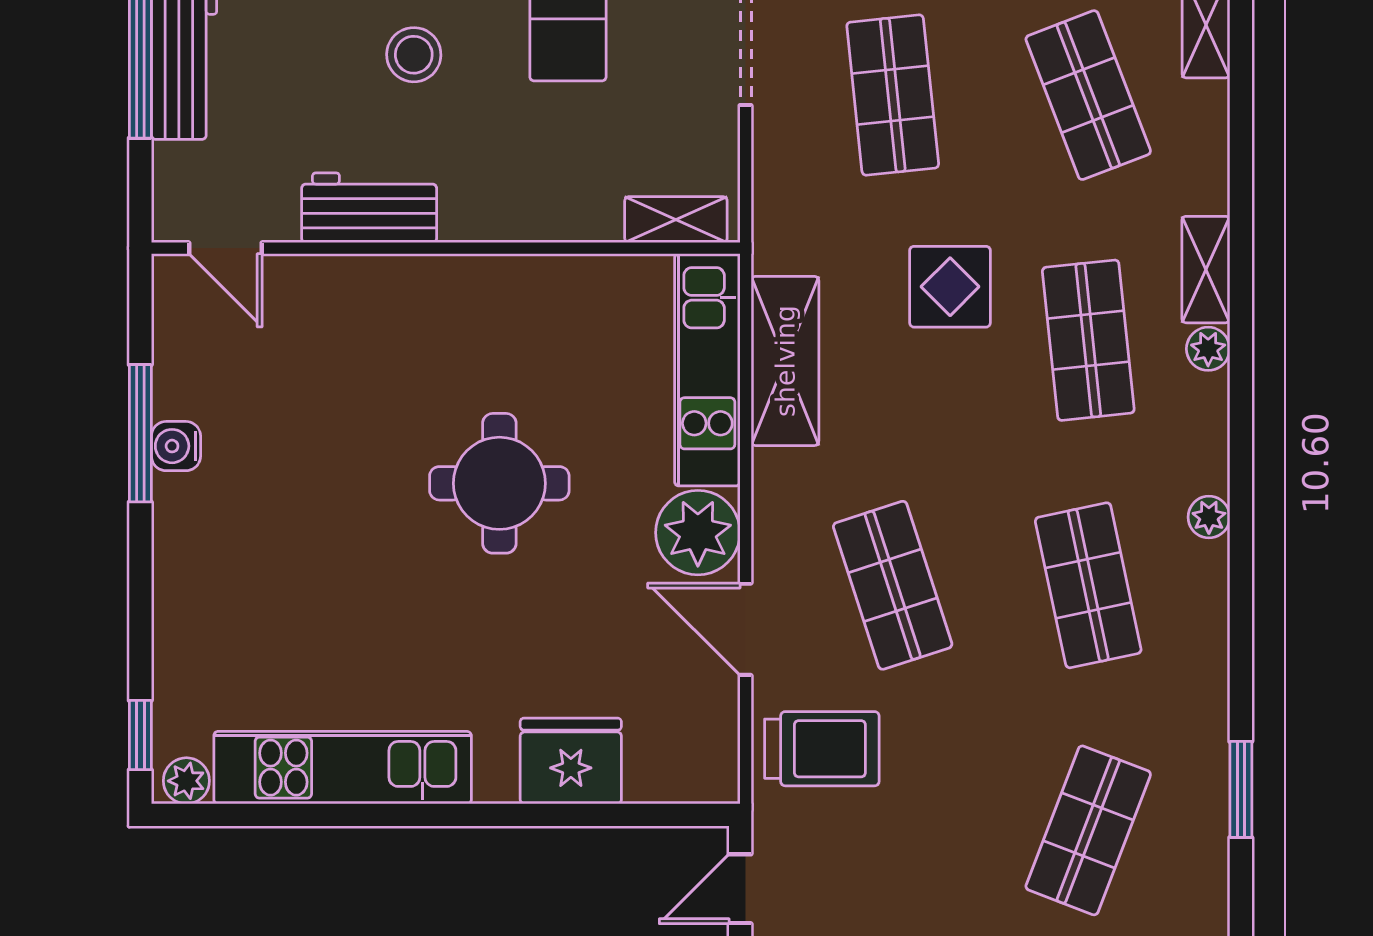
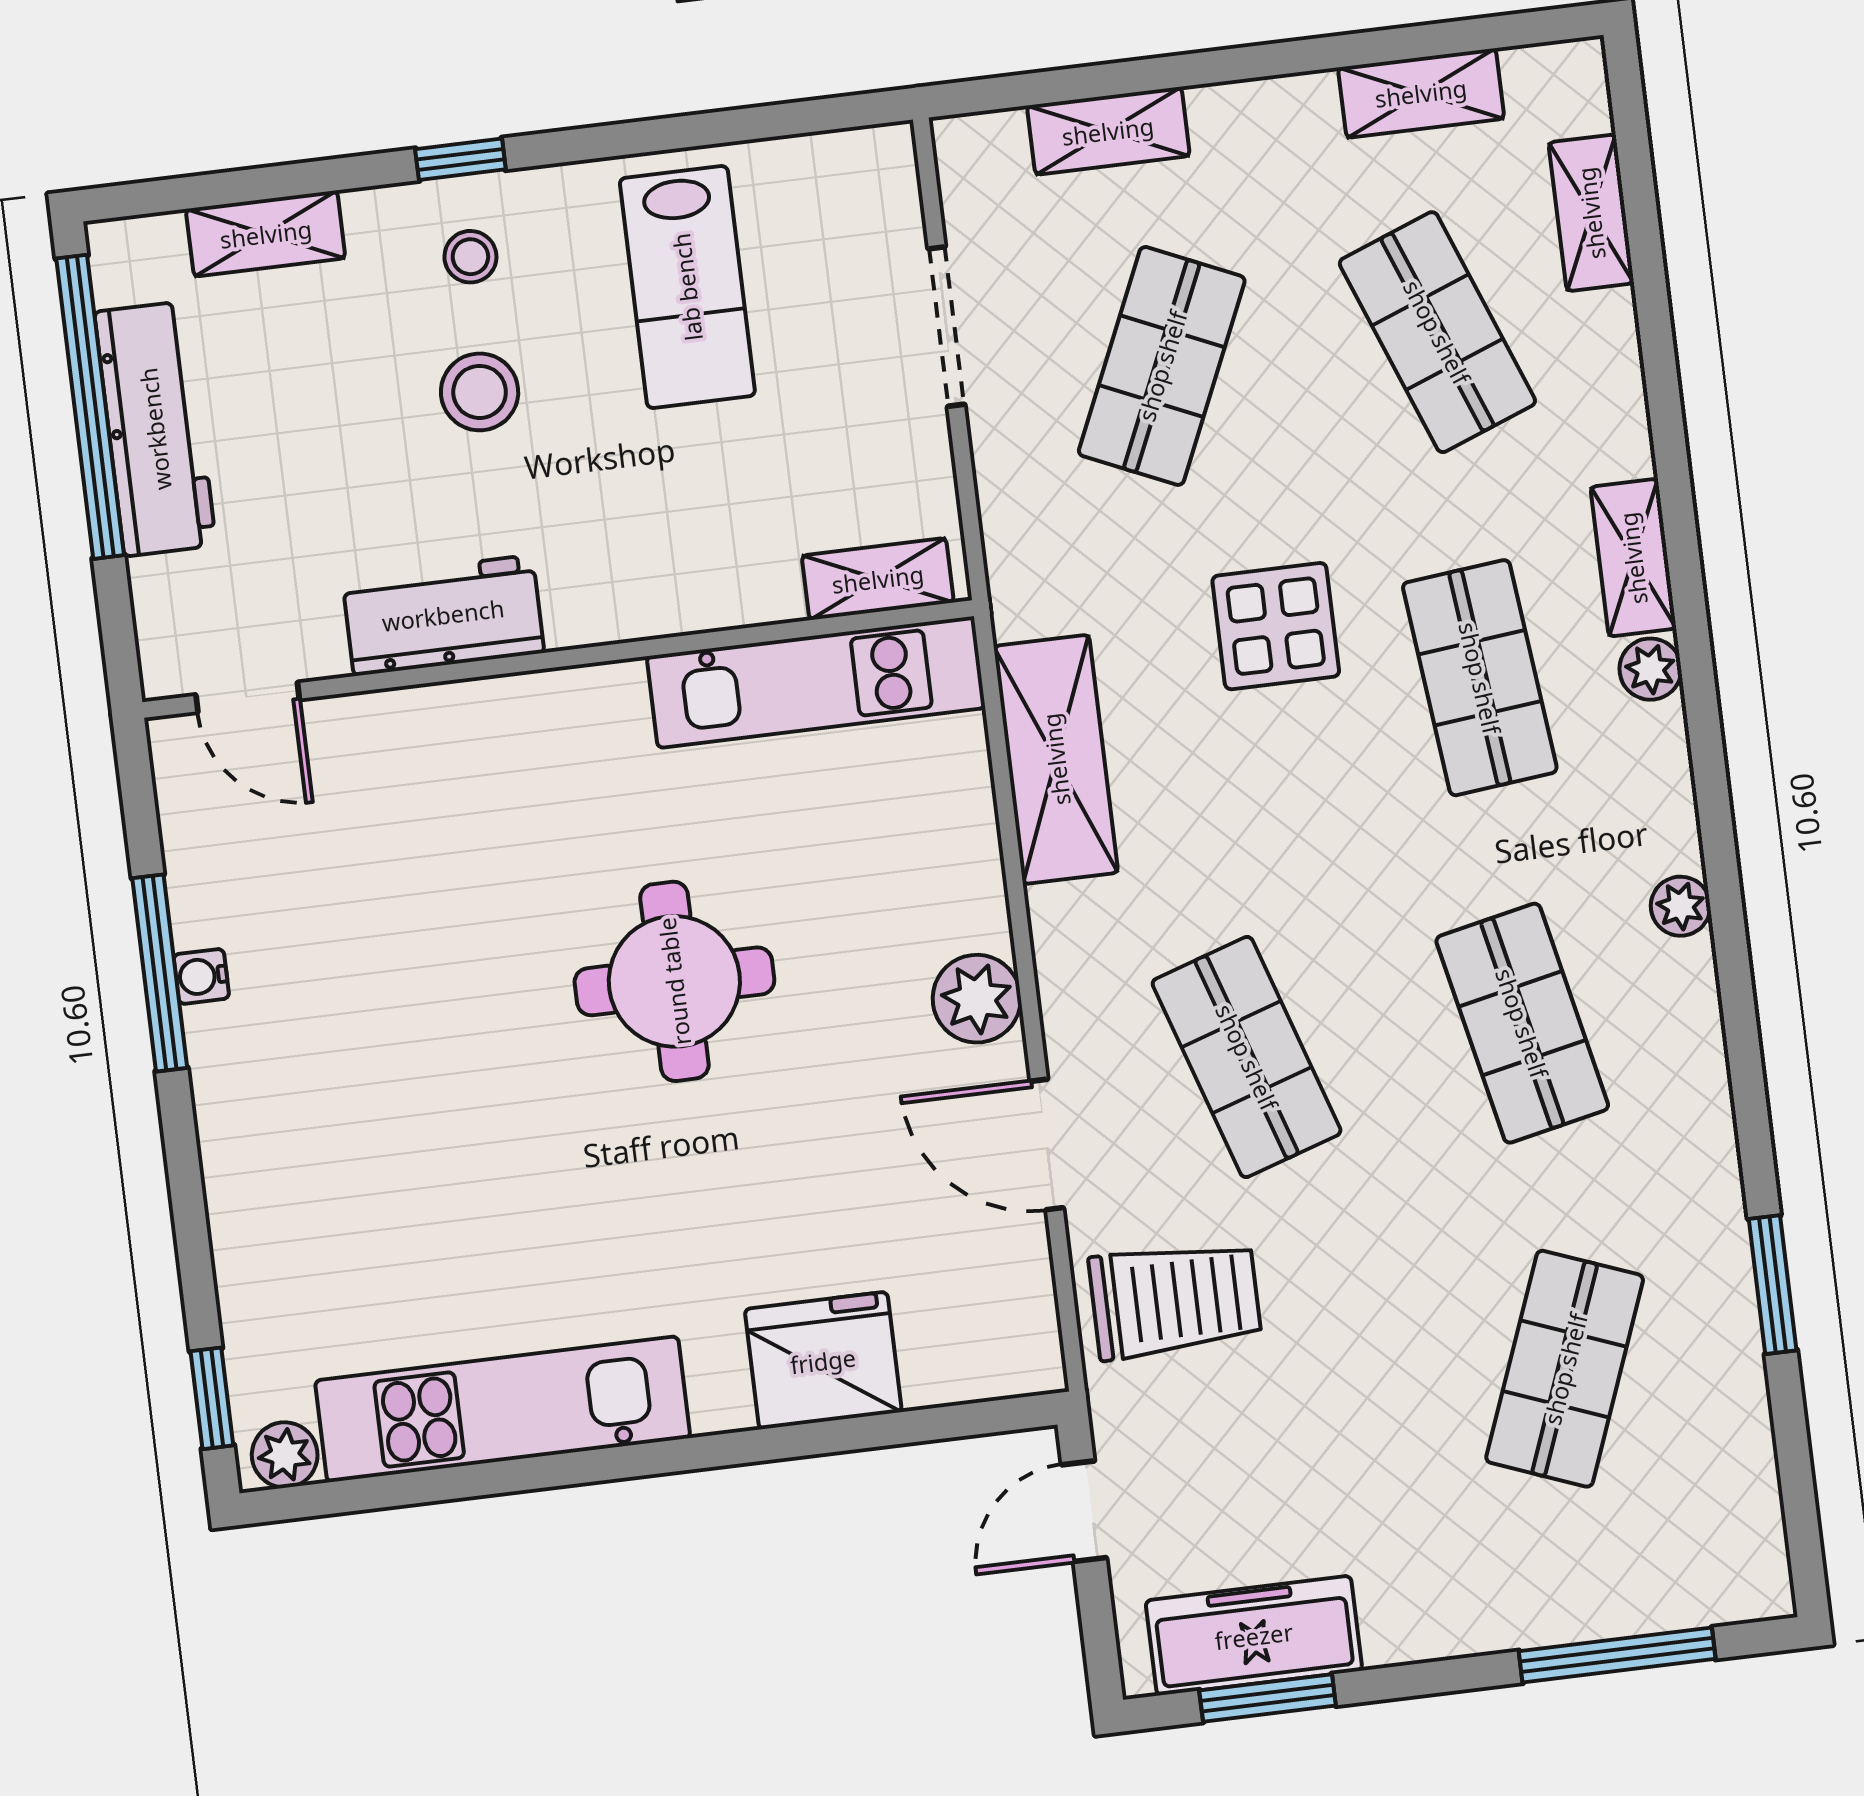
shop shelf: (893, 95) -> (1162, 366), turned 30
kitchen unit: (707, 370) -> (816, 682), moved, turned -90
water cooler: (176, 446) -> (201, 976), width x0.72, depth x0.72
plant: (698, 533) -> (977, 999), width x0.73, depth x0.73

